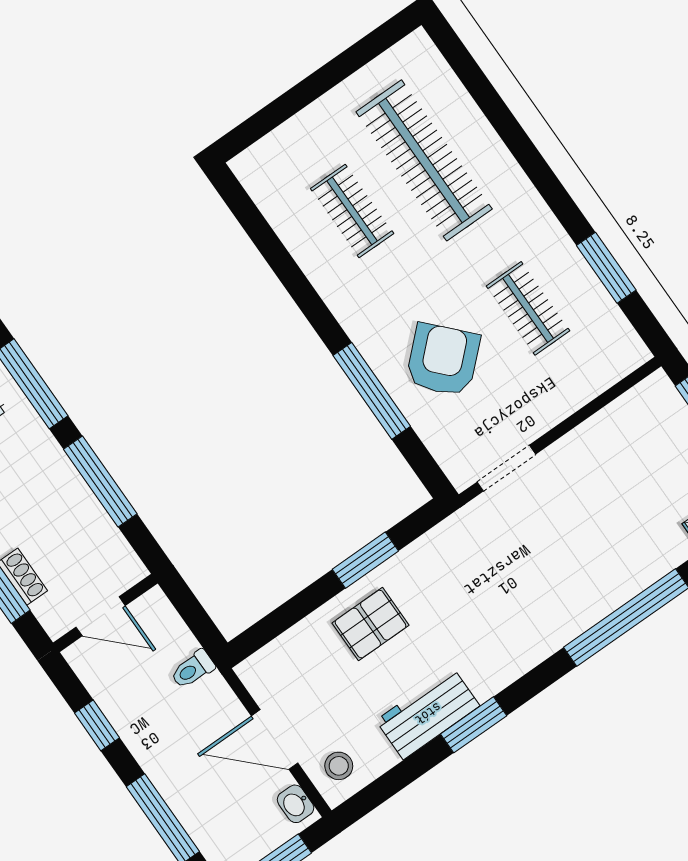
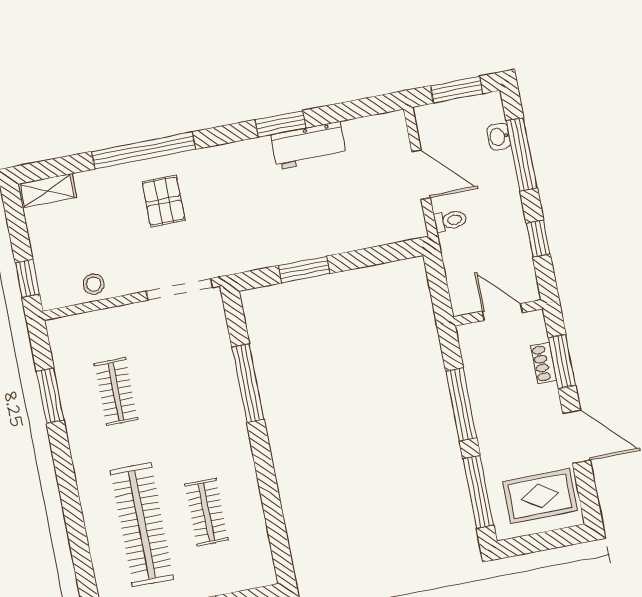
armchair: (443, 360) -> (190, 383), removed
doorway: (506, 468) -> (180, 289), width x1.38
pallet: (371, 624) -> (163, 201), moved, turned 90
toilet: (193, 669) -> (450, 221), moved
stool: (339, 766) -> (94, 284), moved
washbasin: (296, 804) -> (499, 137), moved, turned 180

